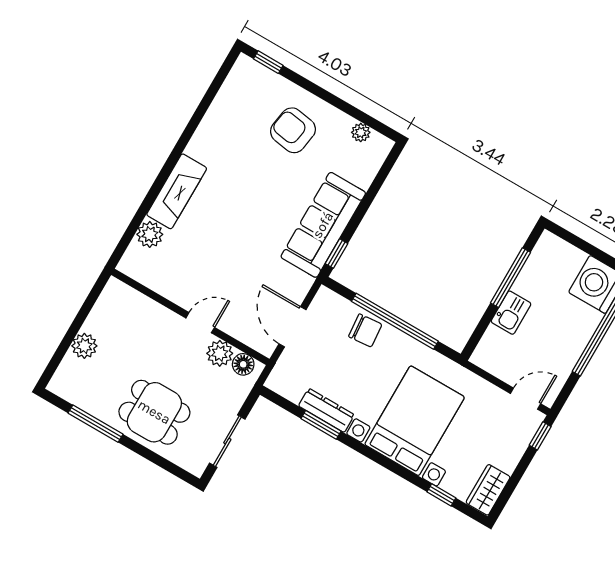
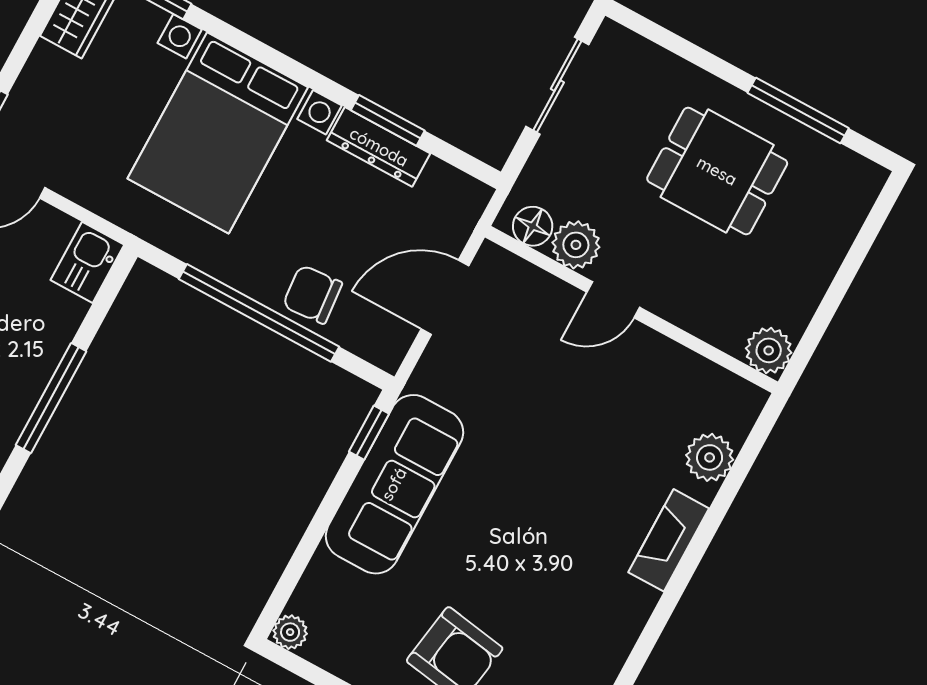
plant: (361, 132) -> (290, 632), moved
fireplace: (177, 191) -> (669, 540), width x0.73, depth x0.76
kitchen sink: (511, 313) -> (87, 262), moved
door: (292, 327) -> (445, 297), swing flipped
plant: (84, 346) -> (769, 350), moved
dining table: (154, 412) -> (717, 171), moved

